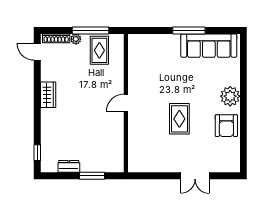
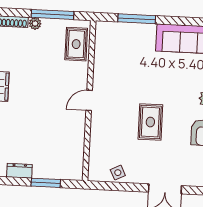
window: (189, 30) -> (137, 19), moved
rug: (99, 50) -> (76, 44), moved
side table: (154, 164) -> (118, 173), added

